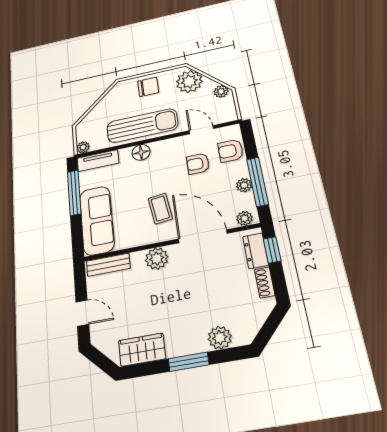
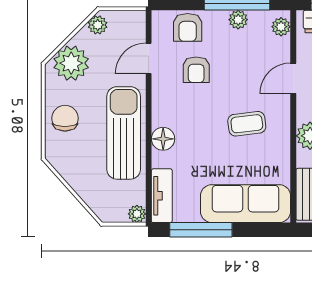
door: (203, 236) -> (293, 78), width x0.53

